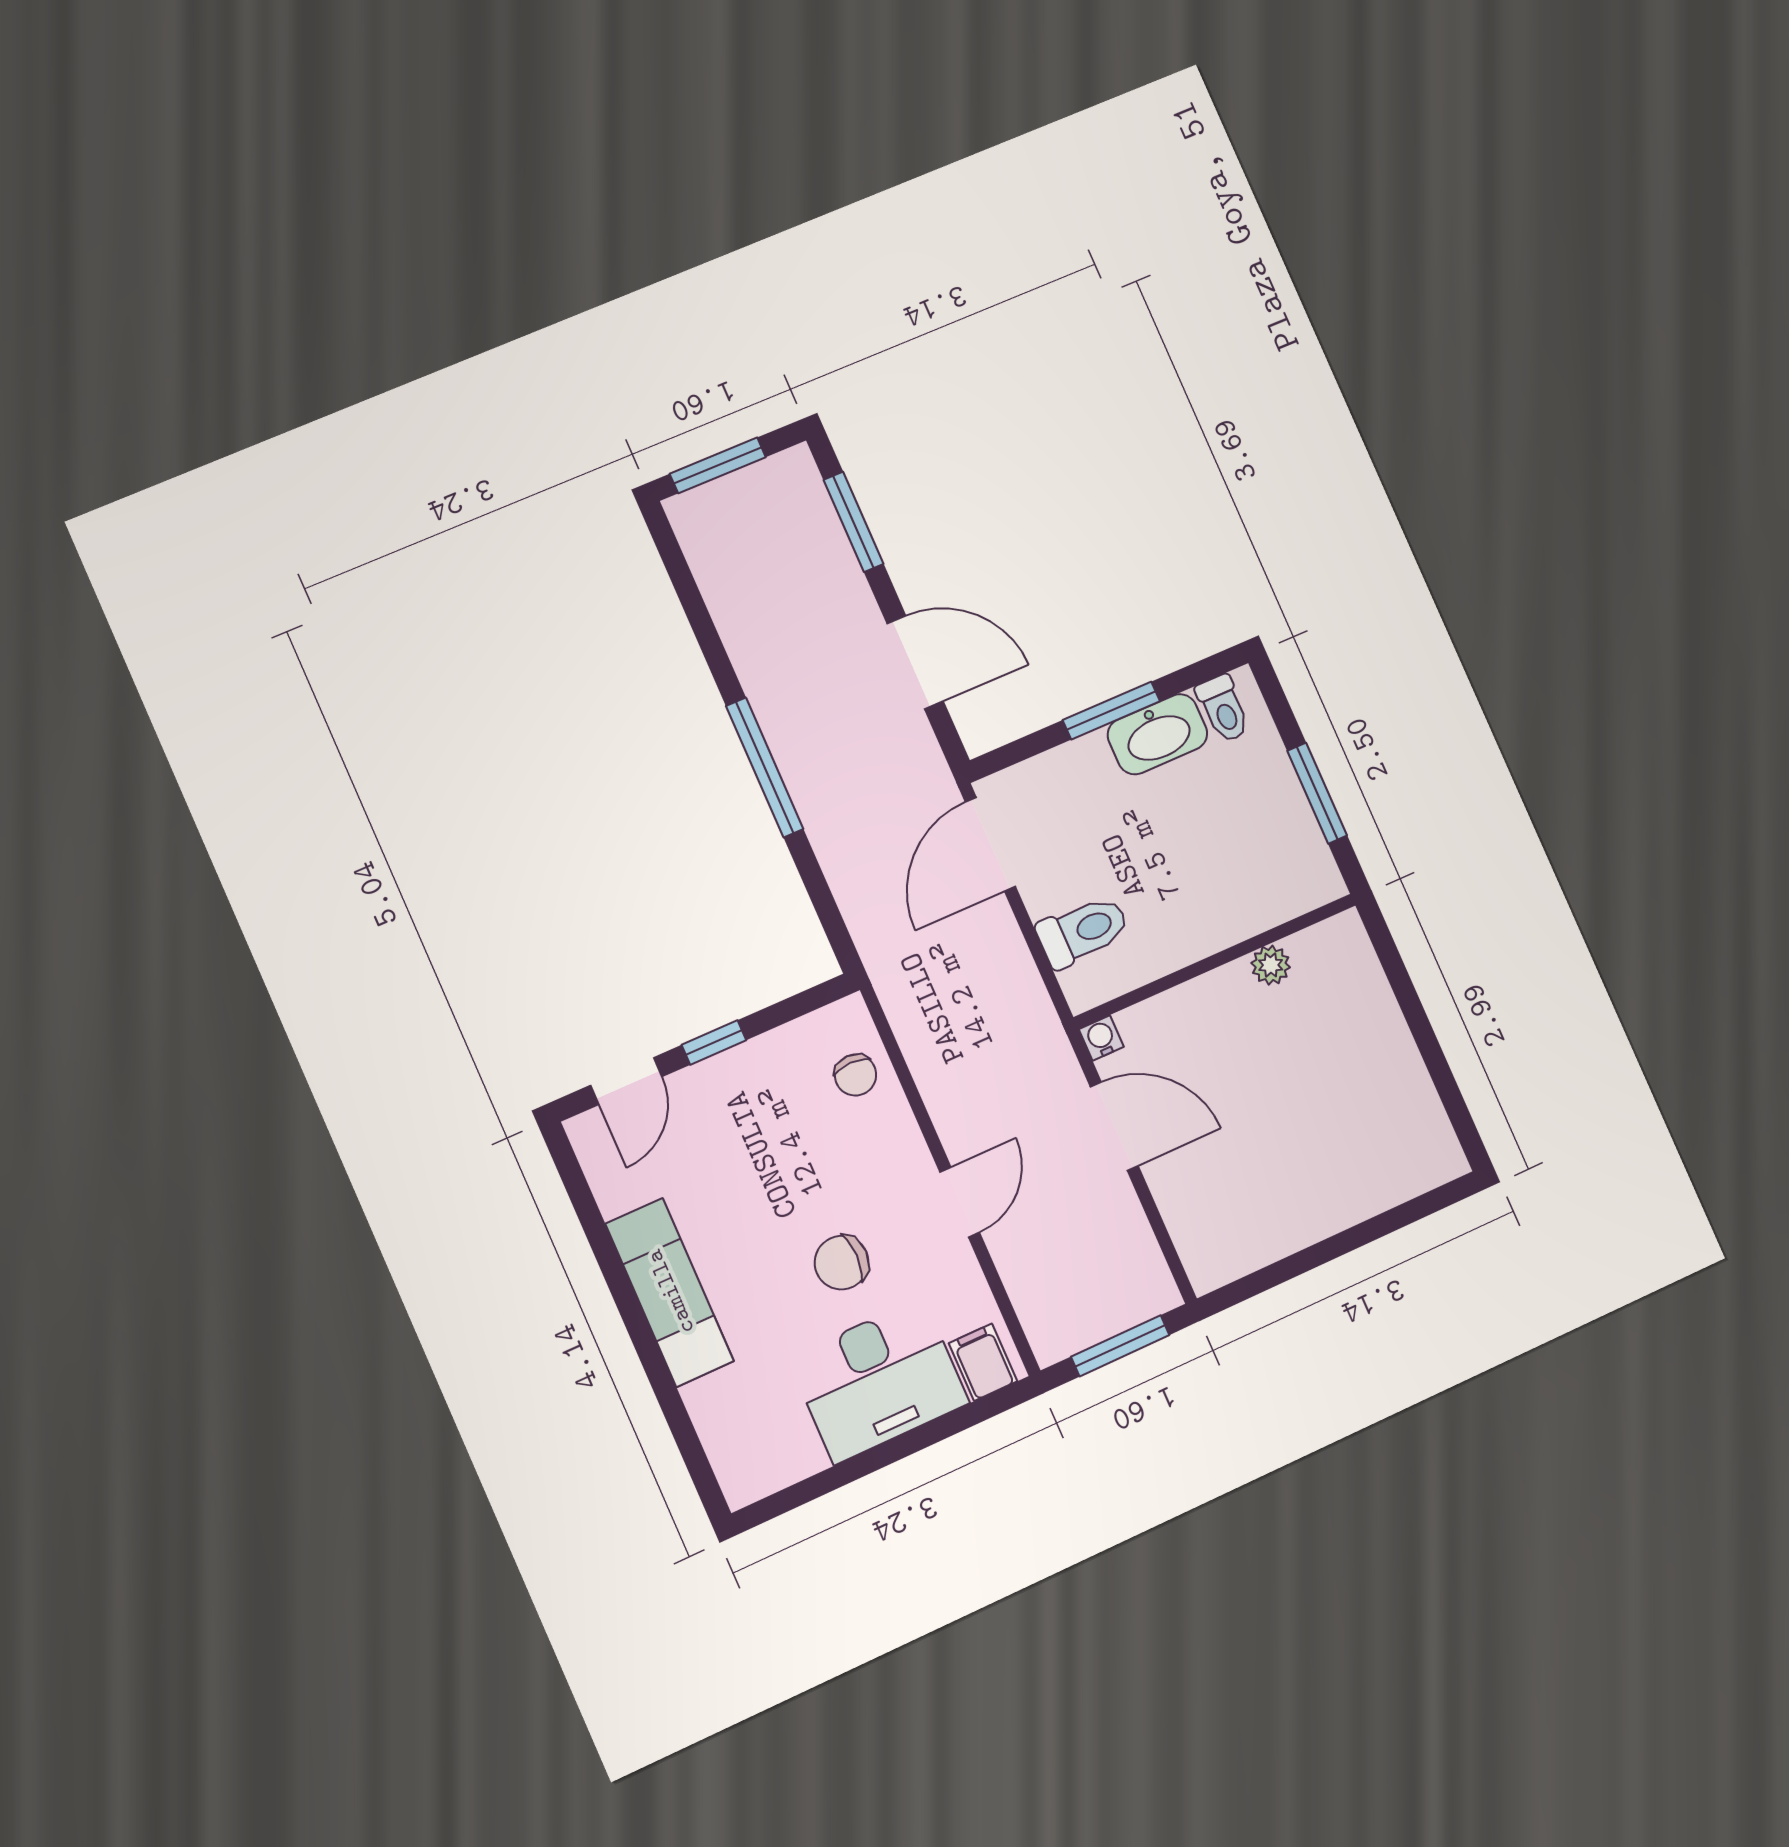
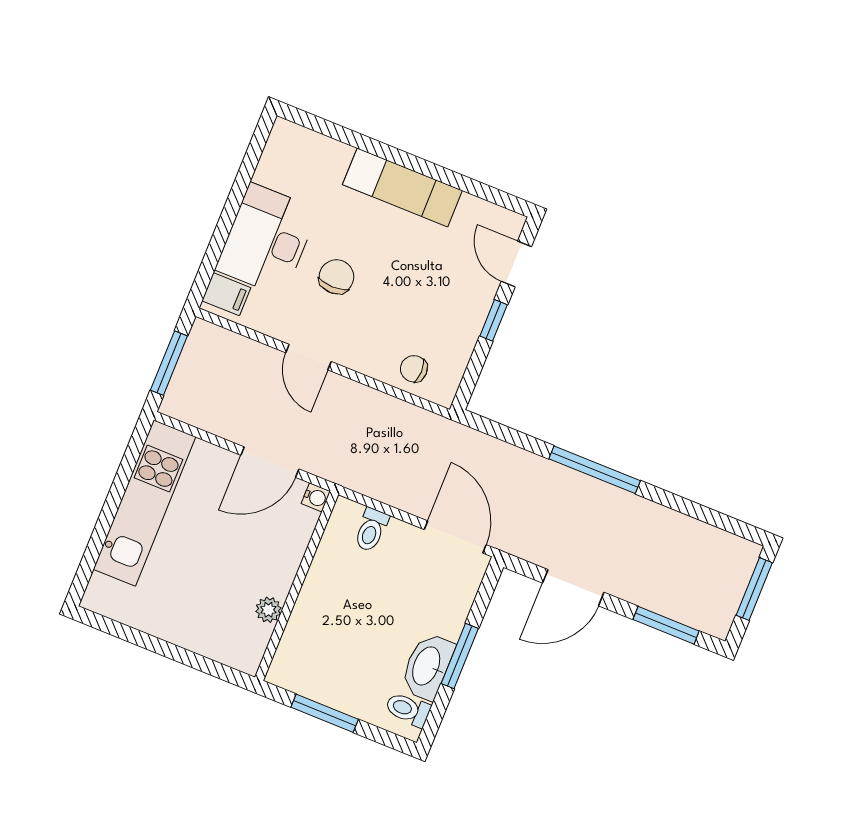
toilet: (1083, 931) -> (371, 530), width x0.73, depth x0.72
kitchen unit: (1294, 1215) -> (145, 503), added

